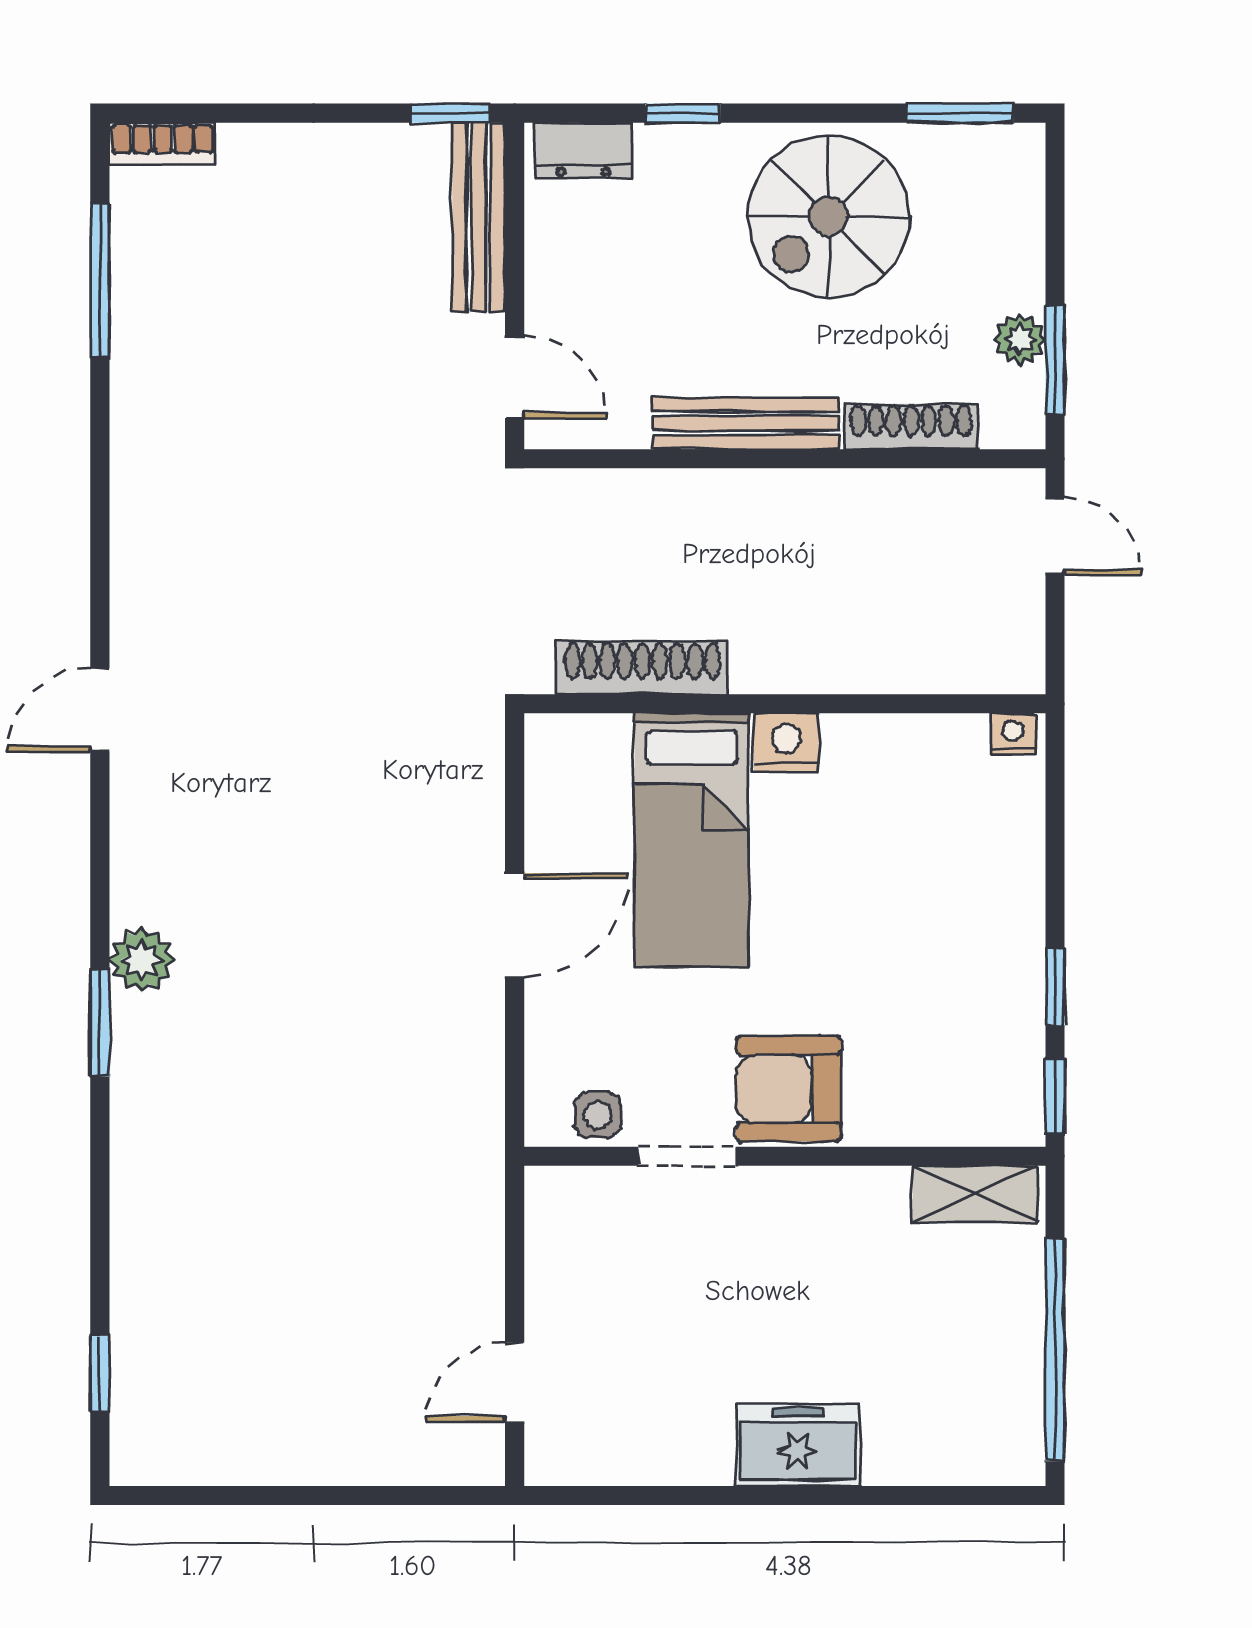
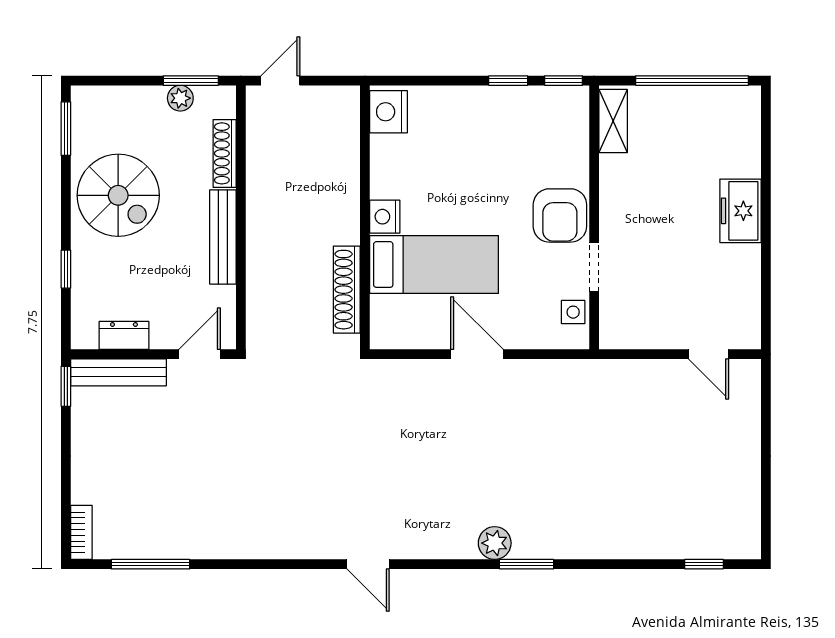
dresser: (584, 150) -> (124, 335), moved, turned -90
nightstand: (1013, 734) -> (389, 112), width x1.89, depth x1.79

